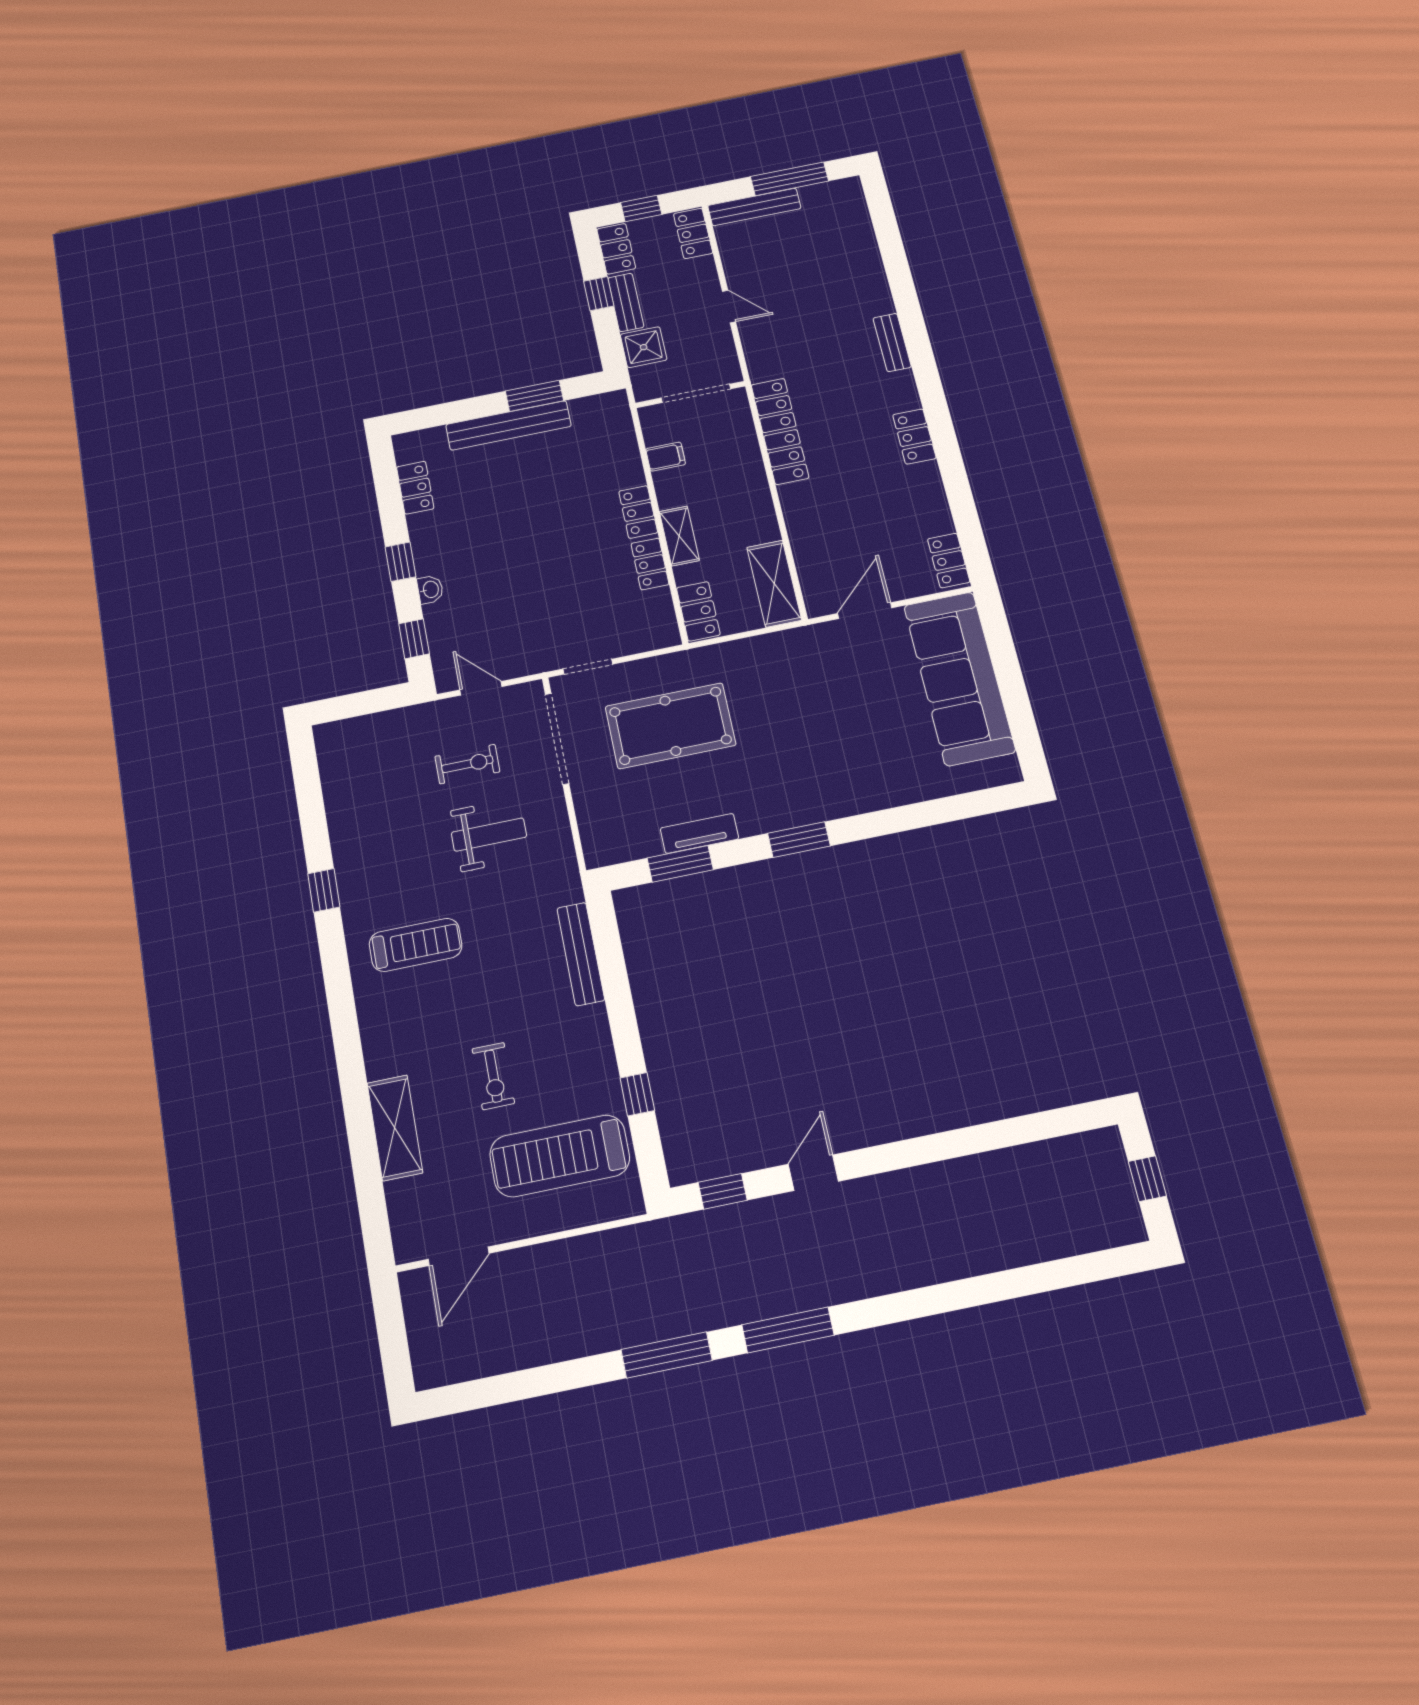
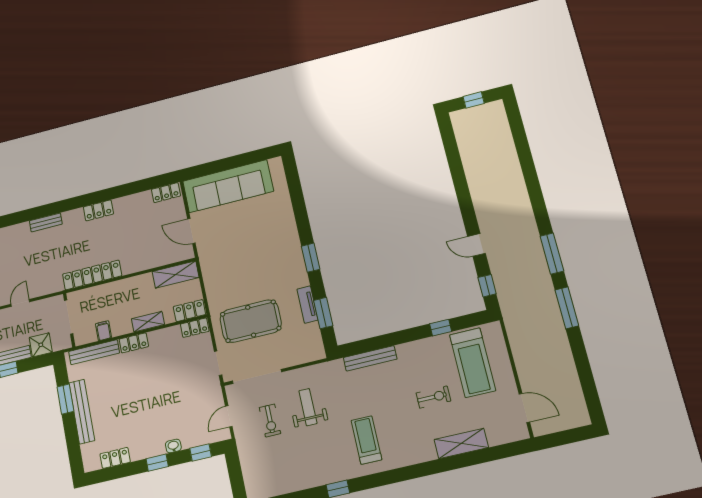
bench: (623, 442) -> (94, 352), added
locker: (650, 564) -> (195, 328), moved
pool table: (670, 726) -> (251, 321), turned 90
exercise bike: (467, 764) -> (270, 420), turned 180

